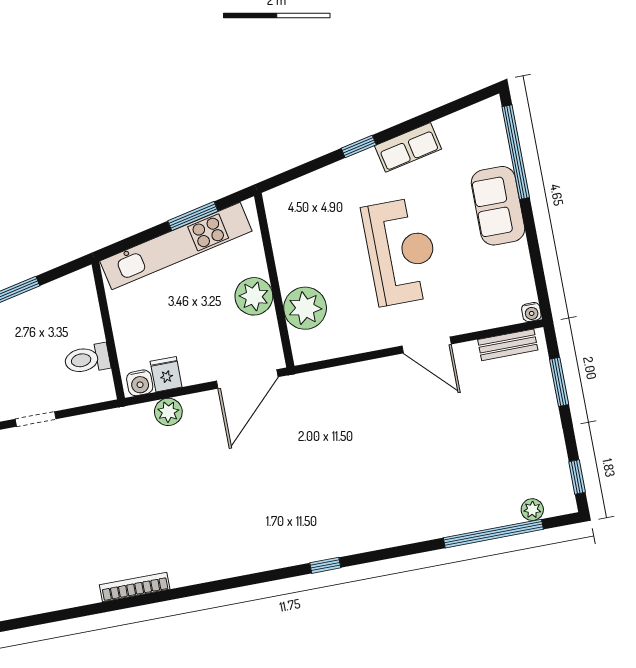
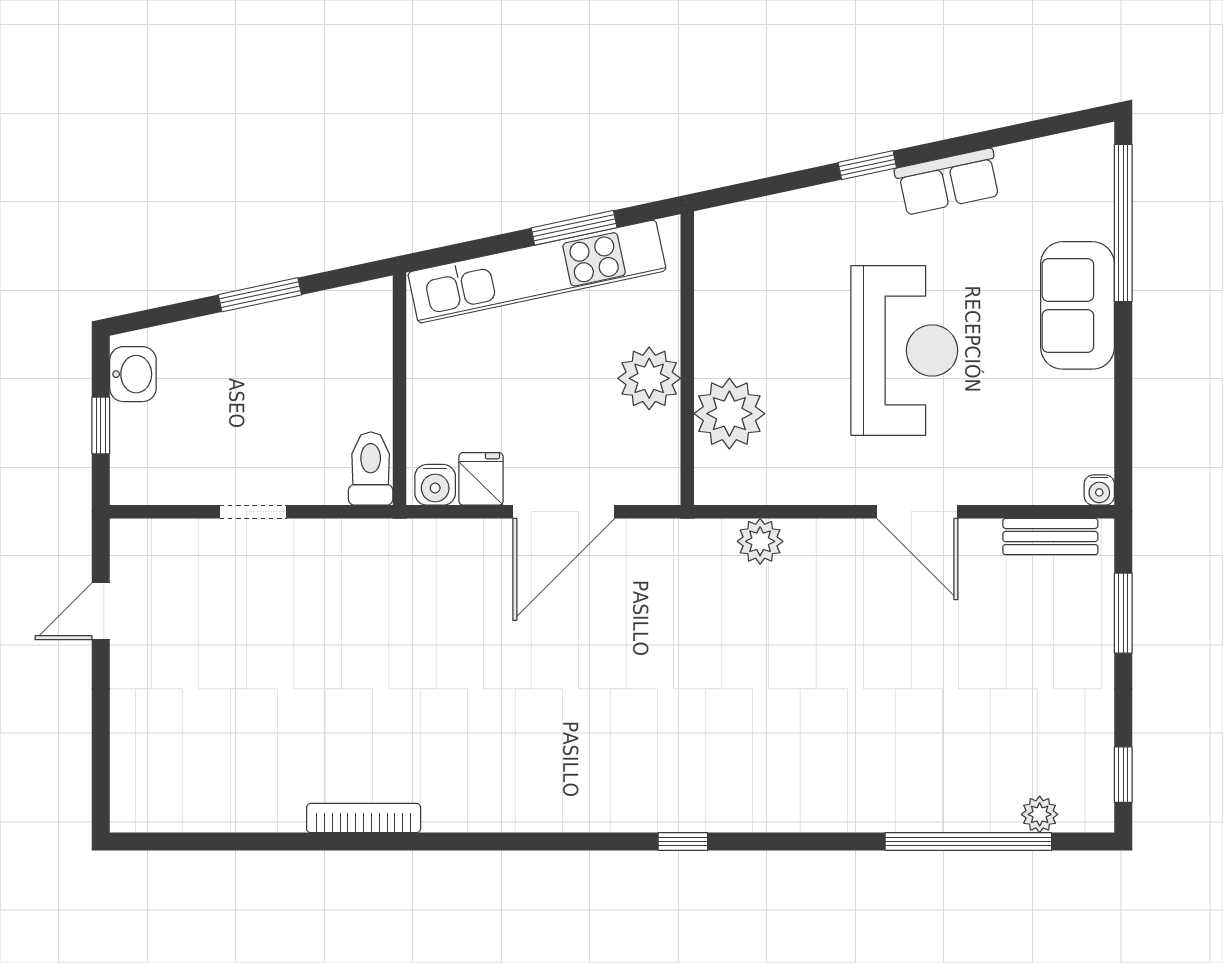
toilet: (87, 359) -> (371, 468), moved, turned 90
door: (247, 379) -> (564, 512), moved
plant: (168, 412) -> (760, 541), moved

